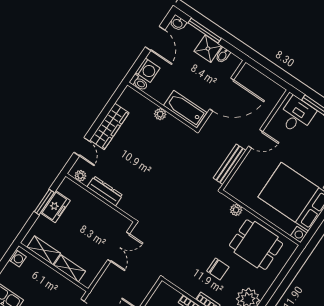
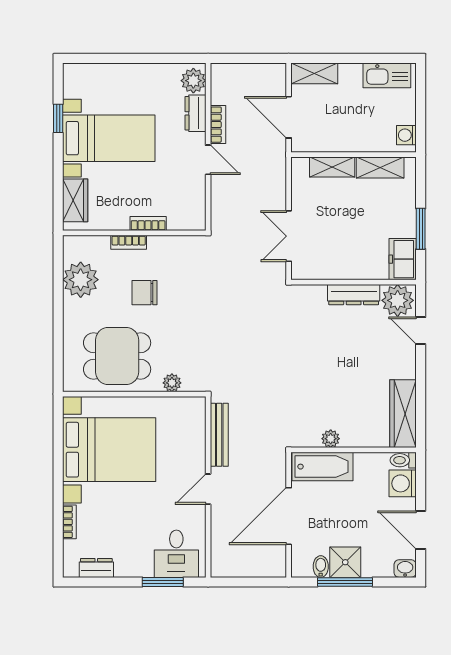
window: (205, 31) -> (345, 582), moved
plant: (160, 114) -> (331, 439), moved
wardrobe: (109, 126) -> (403, 414), moved
plant: (80, 176) -> (398, 300), width x1.88, depth x1.88
freezer: (55, 207) -> (403, 259), moved

